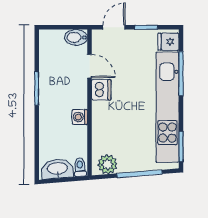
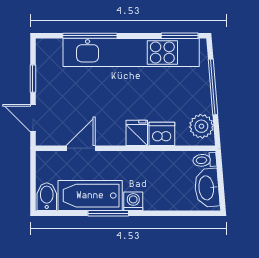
bidet: (76, 37) -> (47, 197), moved, turned 180
fridge: (168, 42) -> (137, 133), moved, turned 180
bathtub: (51, 74) -> (90, 196), added
dishwasher: (101, 90) -> (162, 134), moved
washing machine: (80, 117) -> (133, 201), moved, turned 180

